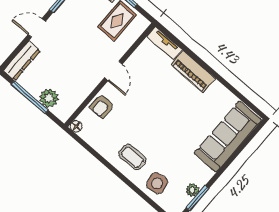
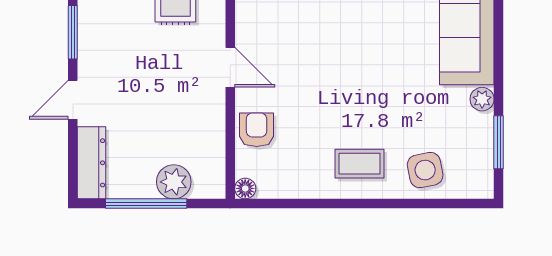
armchair: (102, 106) -> (257, 130), turned 180
plant: (192, 190) -> (482, 99), moved

